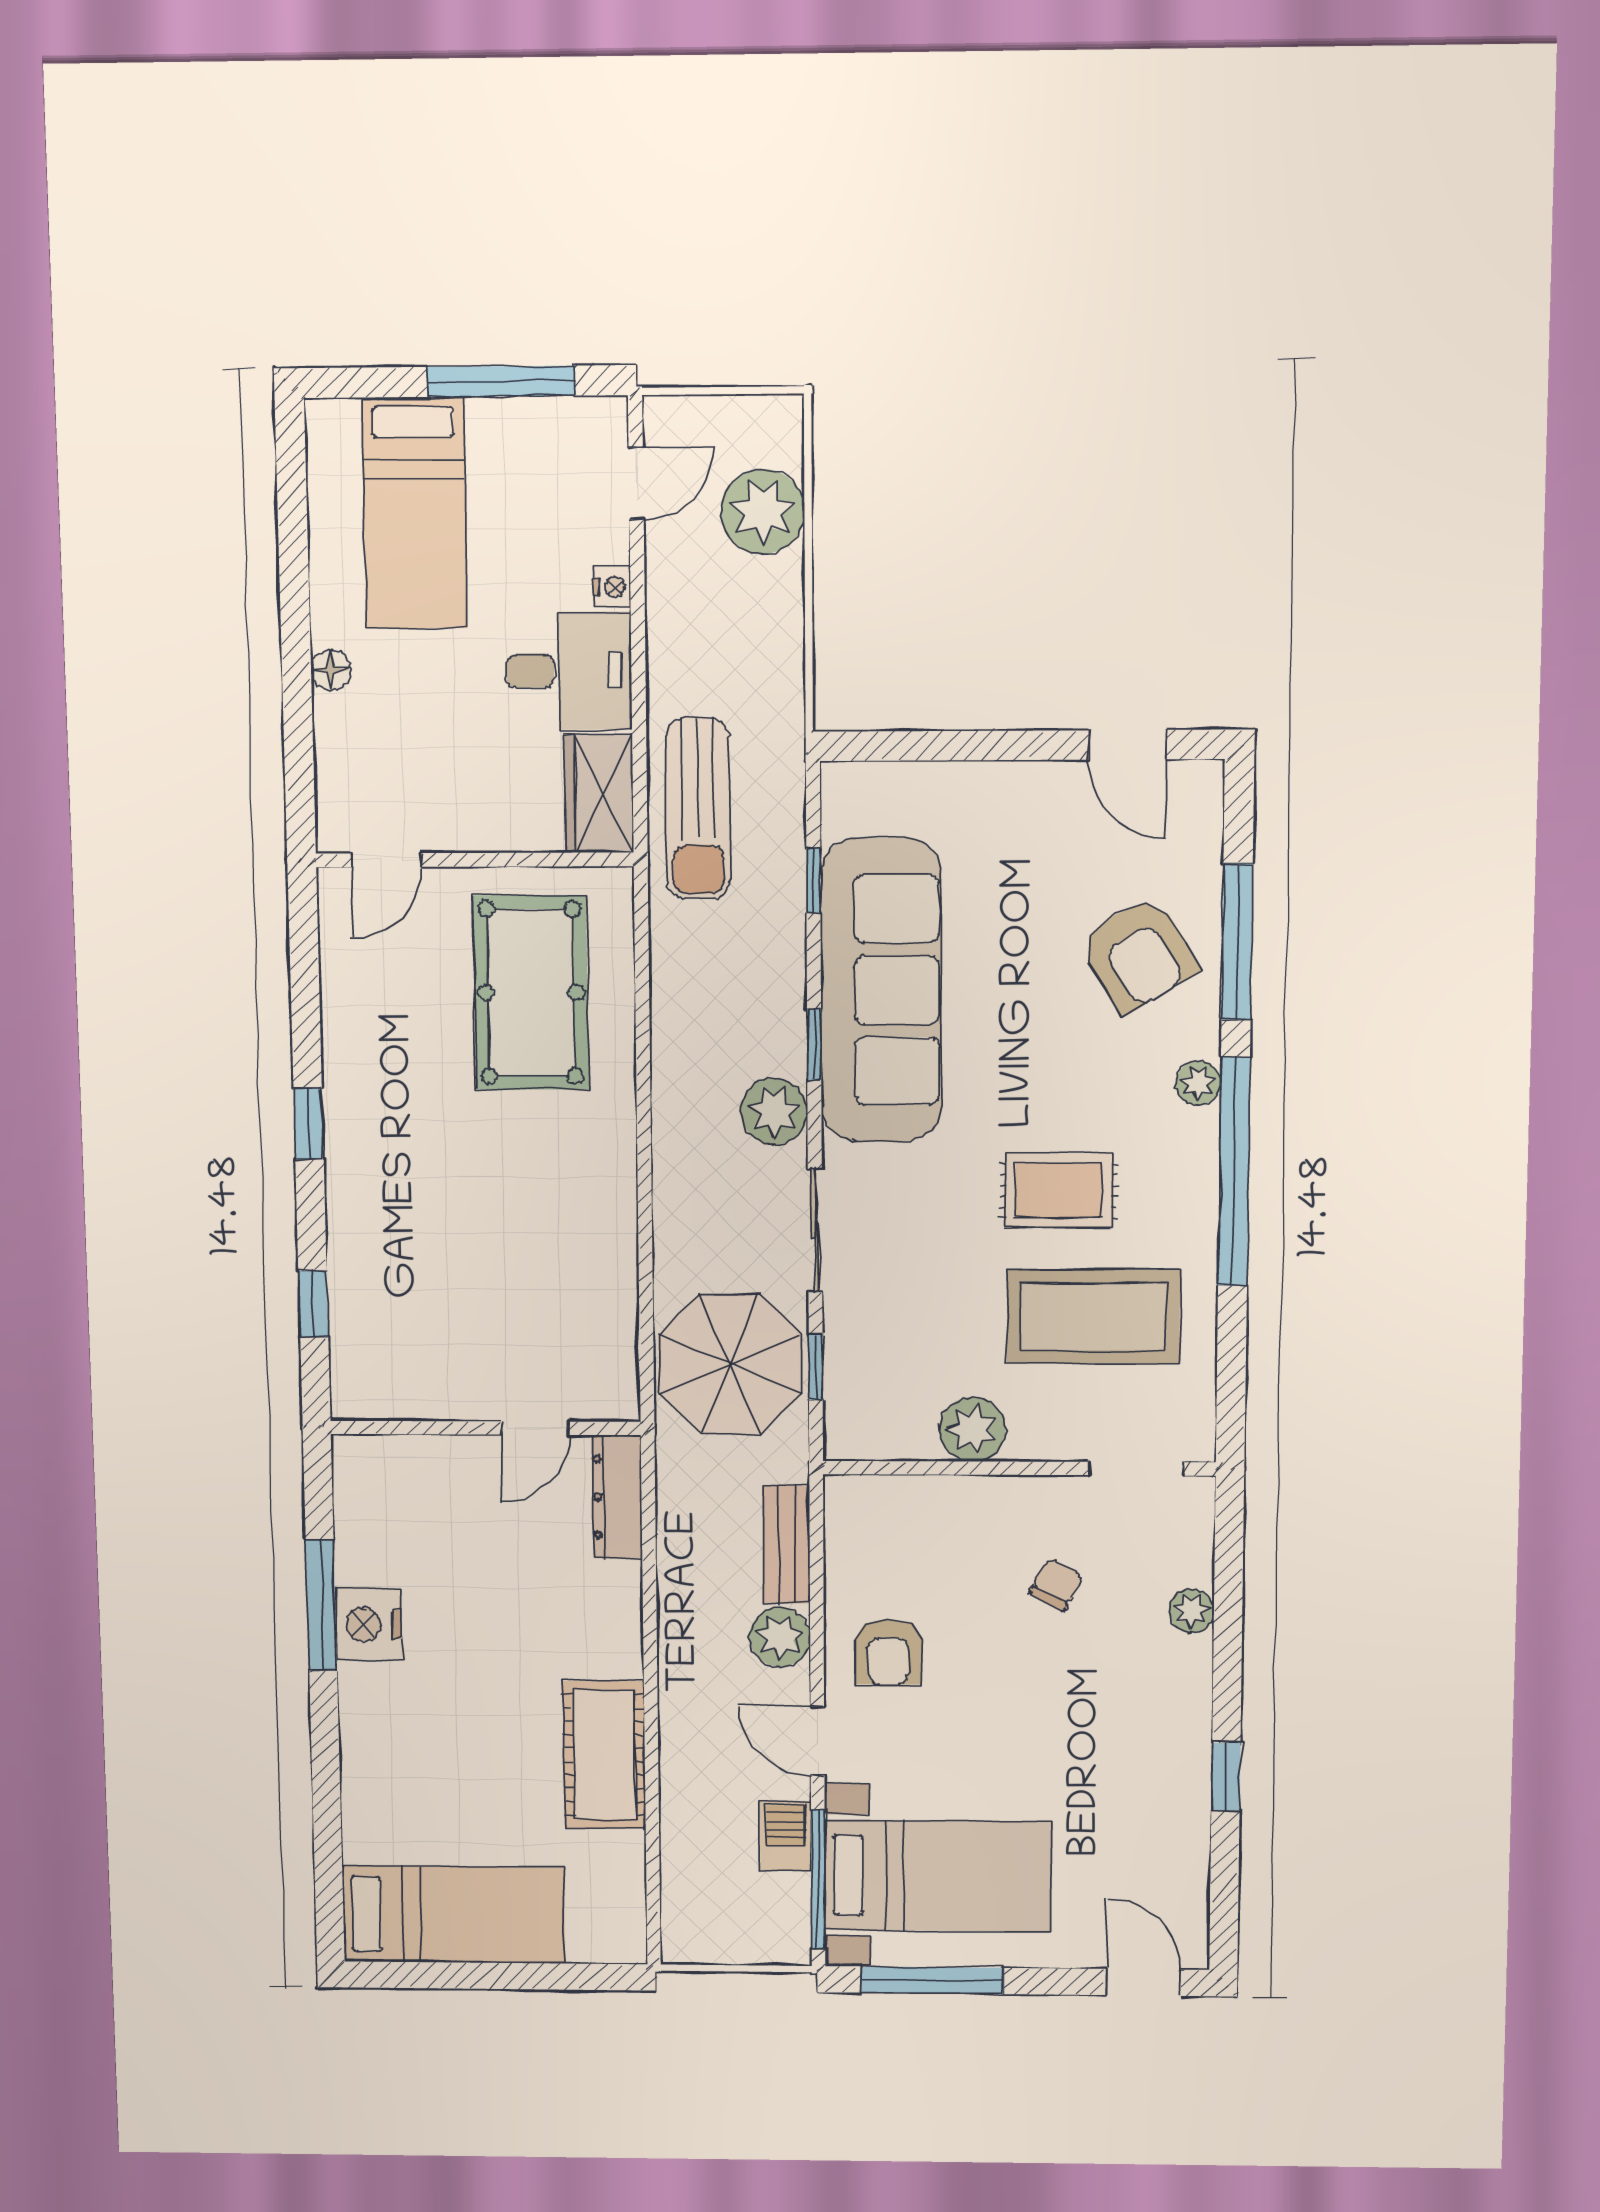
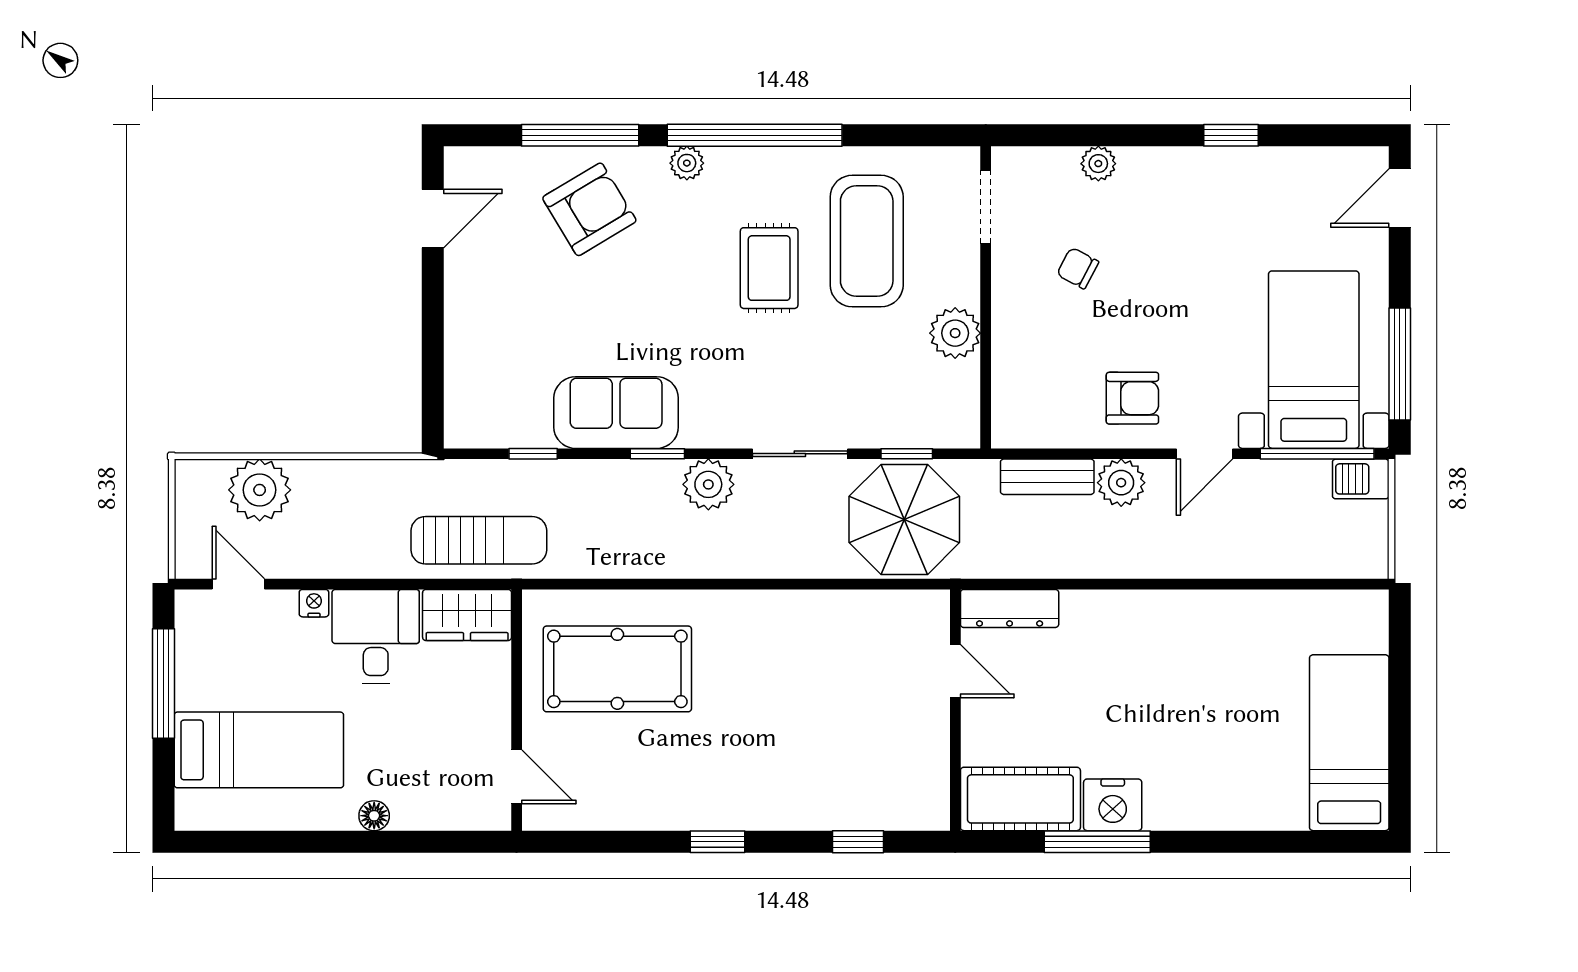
sofa: (881, 990) -> (616, 413), width x0.54, depth x0.79
cot: (604, 1755) -> (1020, 799), moved
barbecue: (786, 1836) -> (1361, 479), moved

